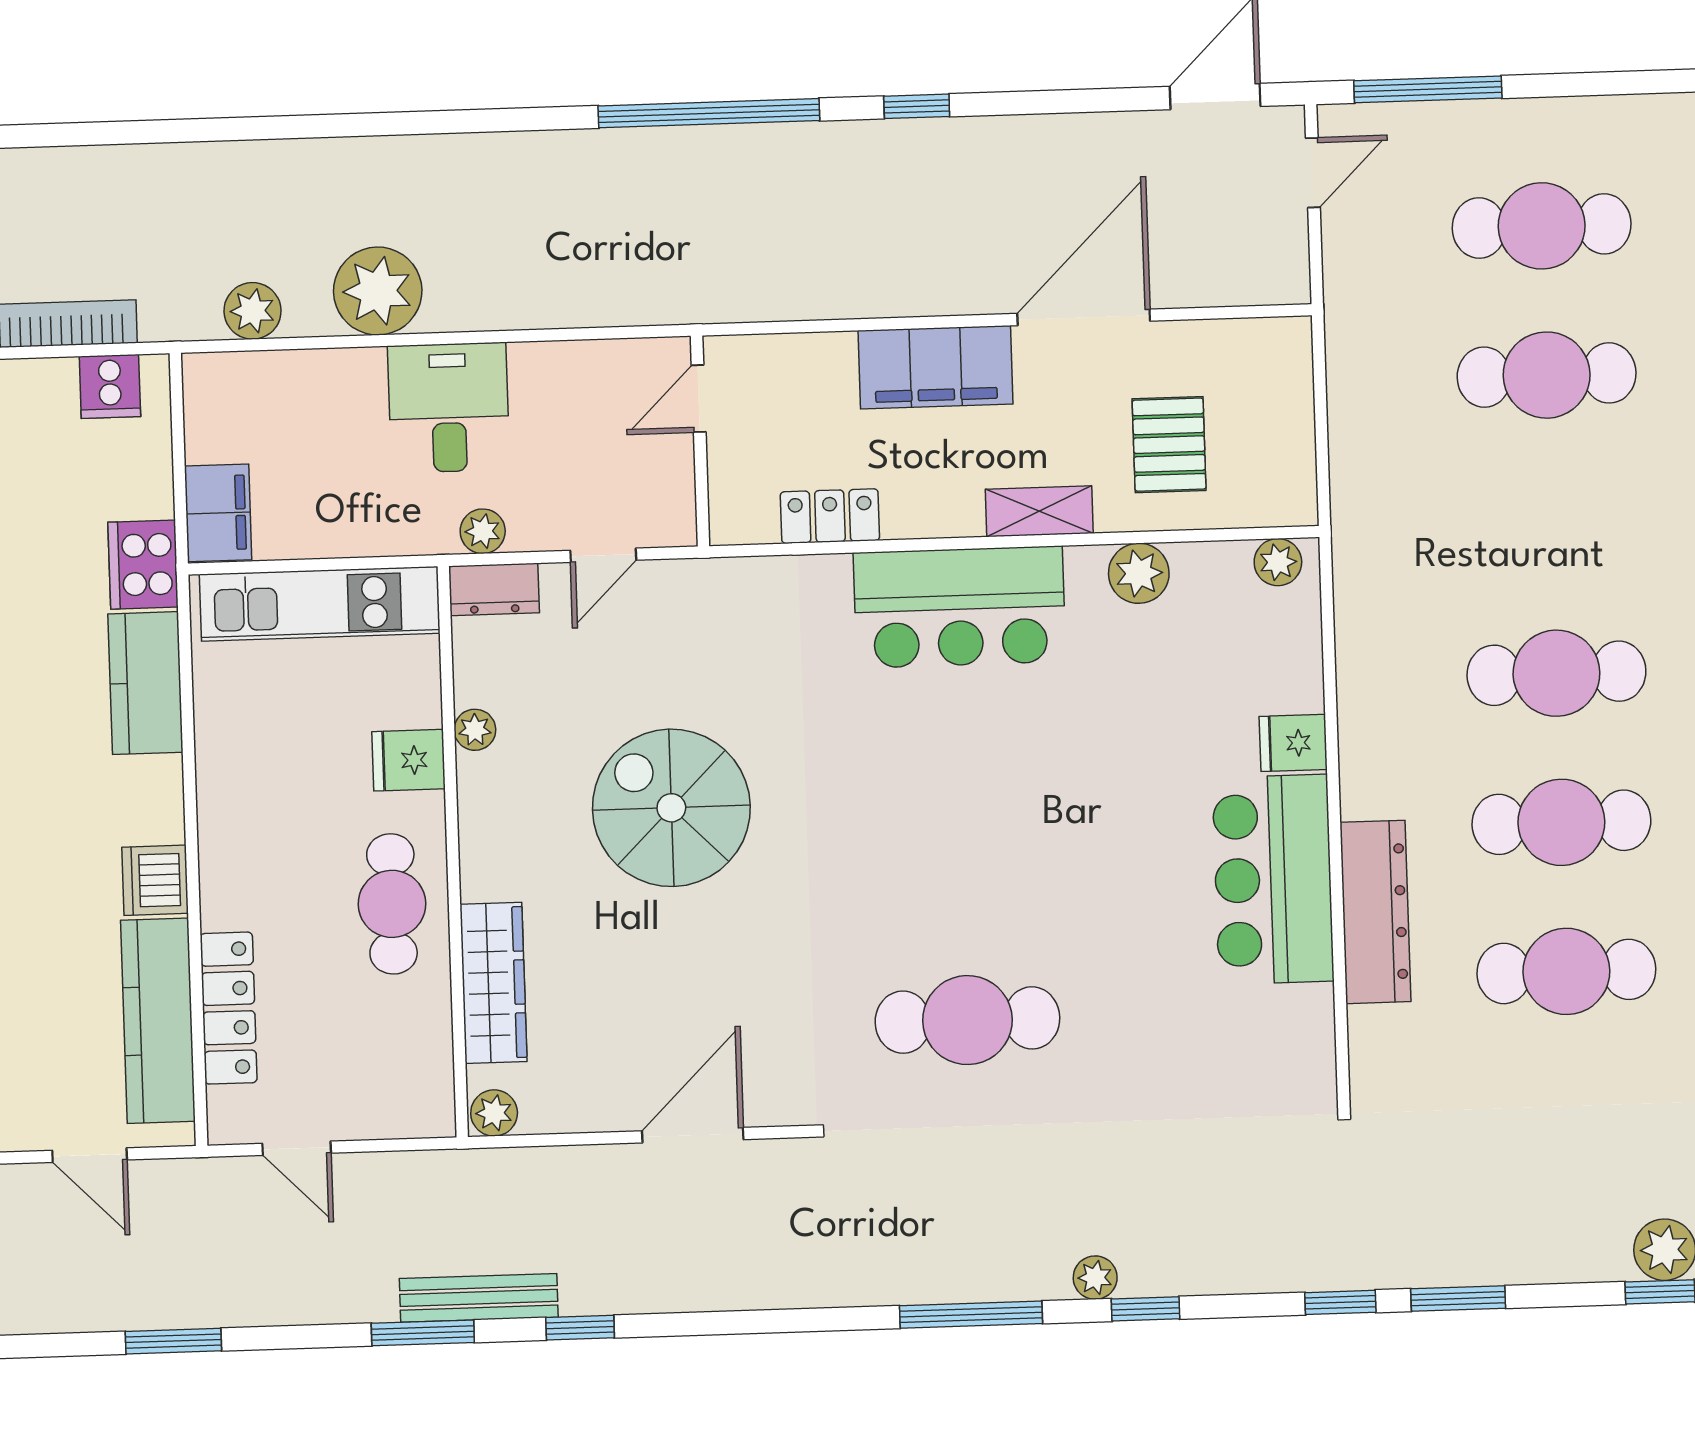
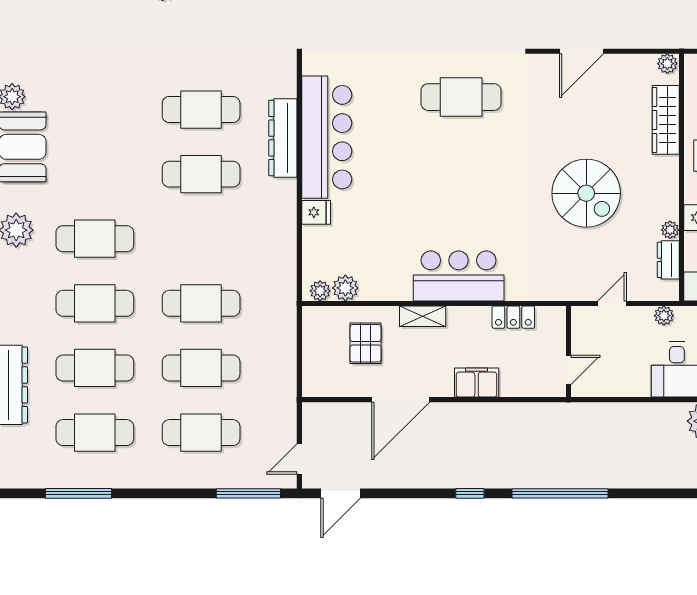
filing cabinet: (935, 367) -> (477, 383), width x0.67, depth x0.86
plant: (1139, 573) -> (345, 288), moved
dresser: (494, 589) -> (668, 260), moved, turned -90
cafe table: (1556, 673) -> (201, 303), moved
bar counter: (1273, 879) -> (327, 137), width x1.36

